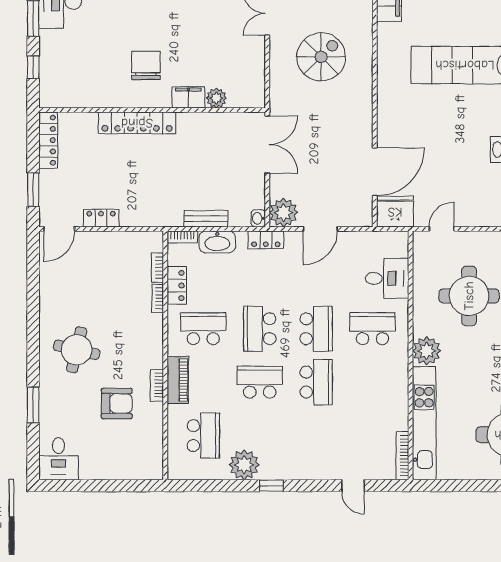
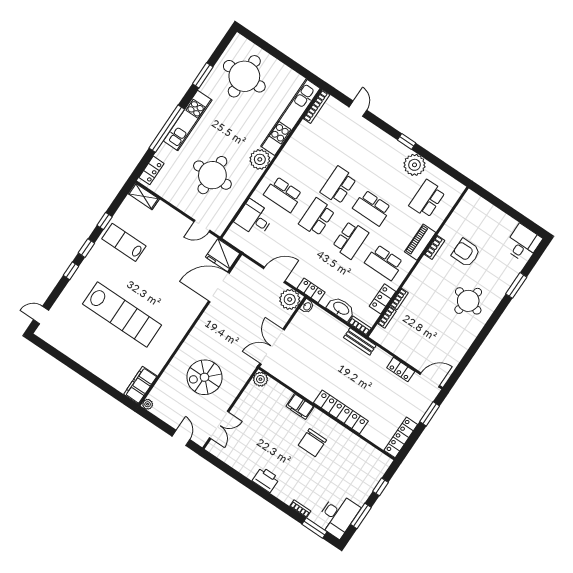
plant: (216, 98) -> (260, 379), moved
bench: (206, 219) -> (360, 342), moved

